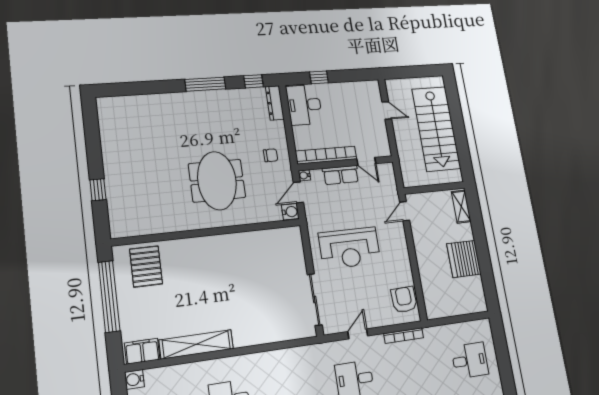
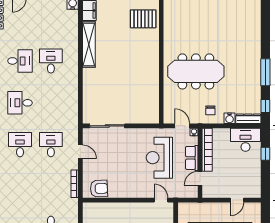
meeting table: (217, 181) -> (196, 71), width x1.36
water cooler: (290, 212) -> (230, 118), moved
reception desk: (350, 248) -> (159, 158), moved

